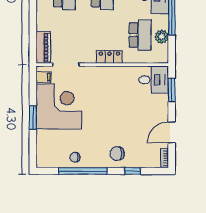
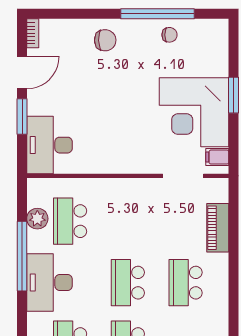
piano: (43, 47) -> (218, 228), moved
locker: (109, 57) -> (117, 188), removed
desk: (154, 80) -> (50, 145), width x1.37
window: (172, 90) -> (22, 116), moved
window: (132, 171) -> (82, 14), removed

